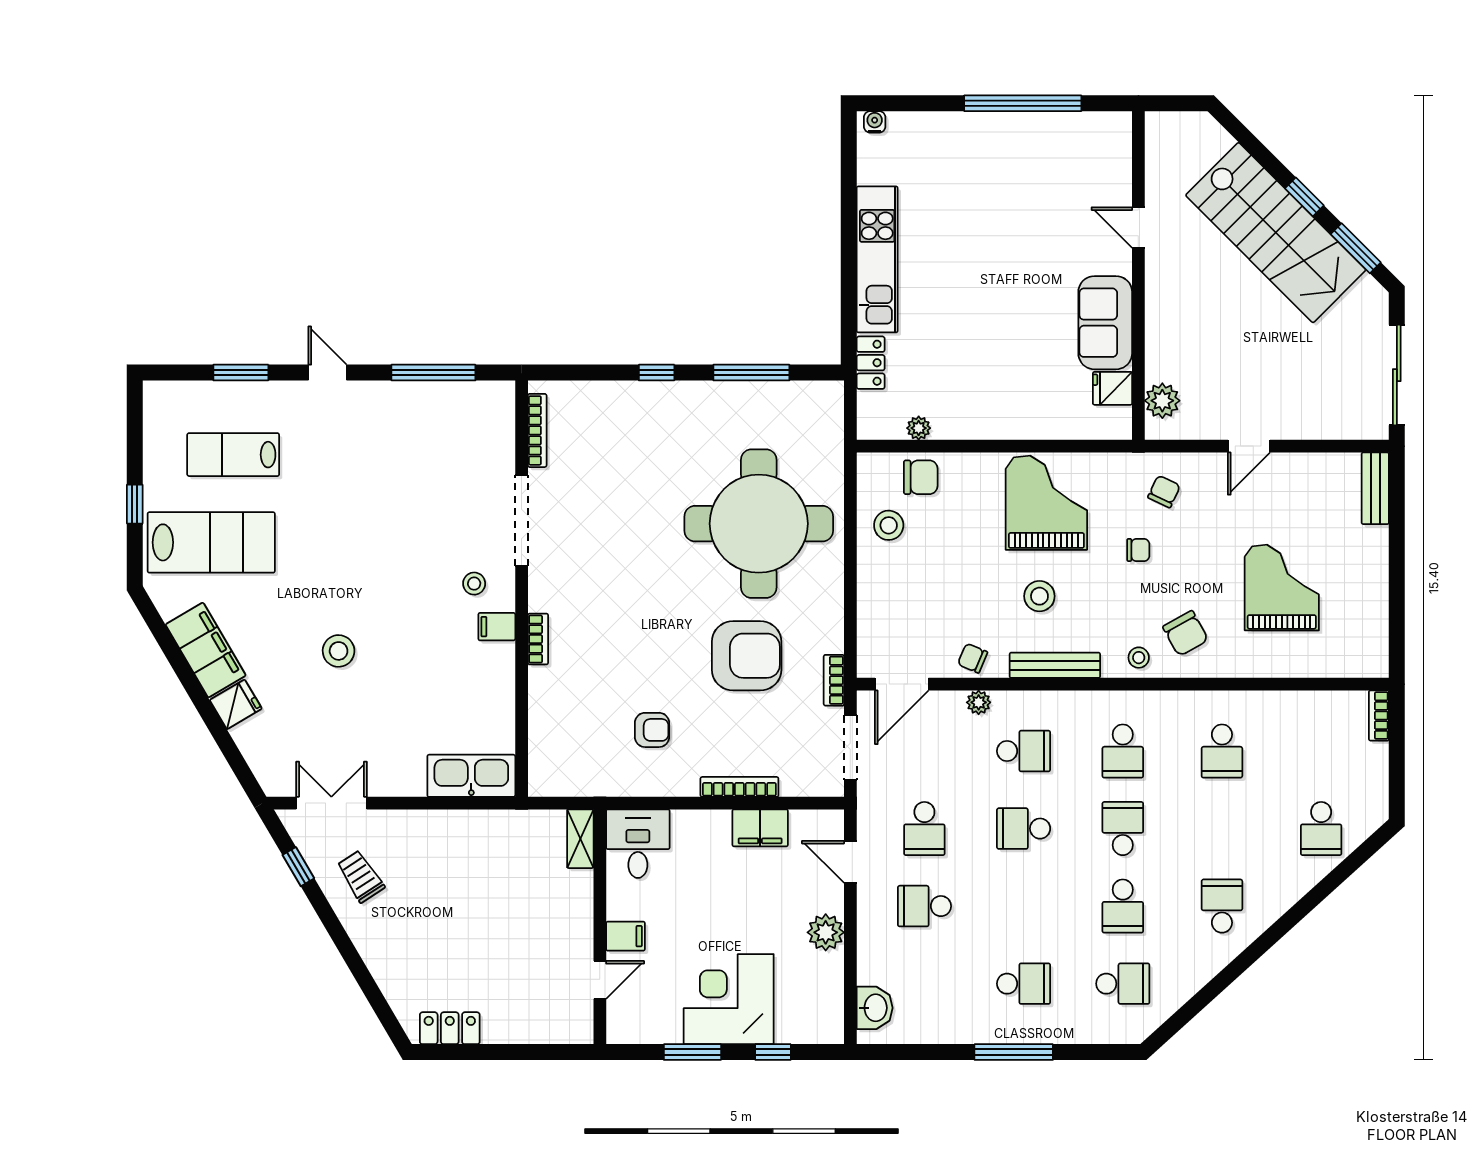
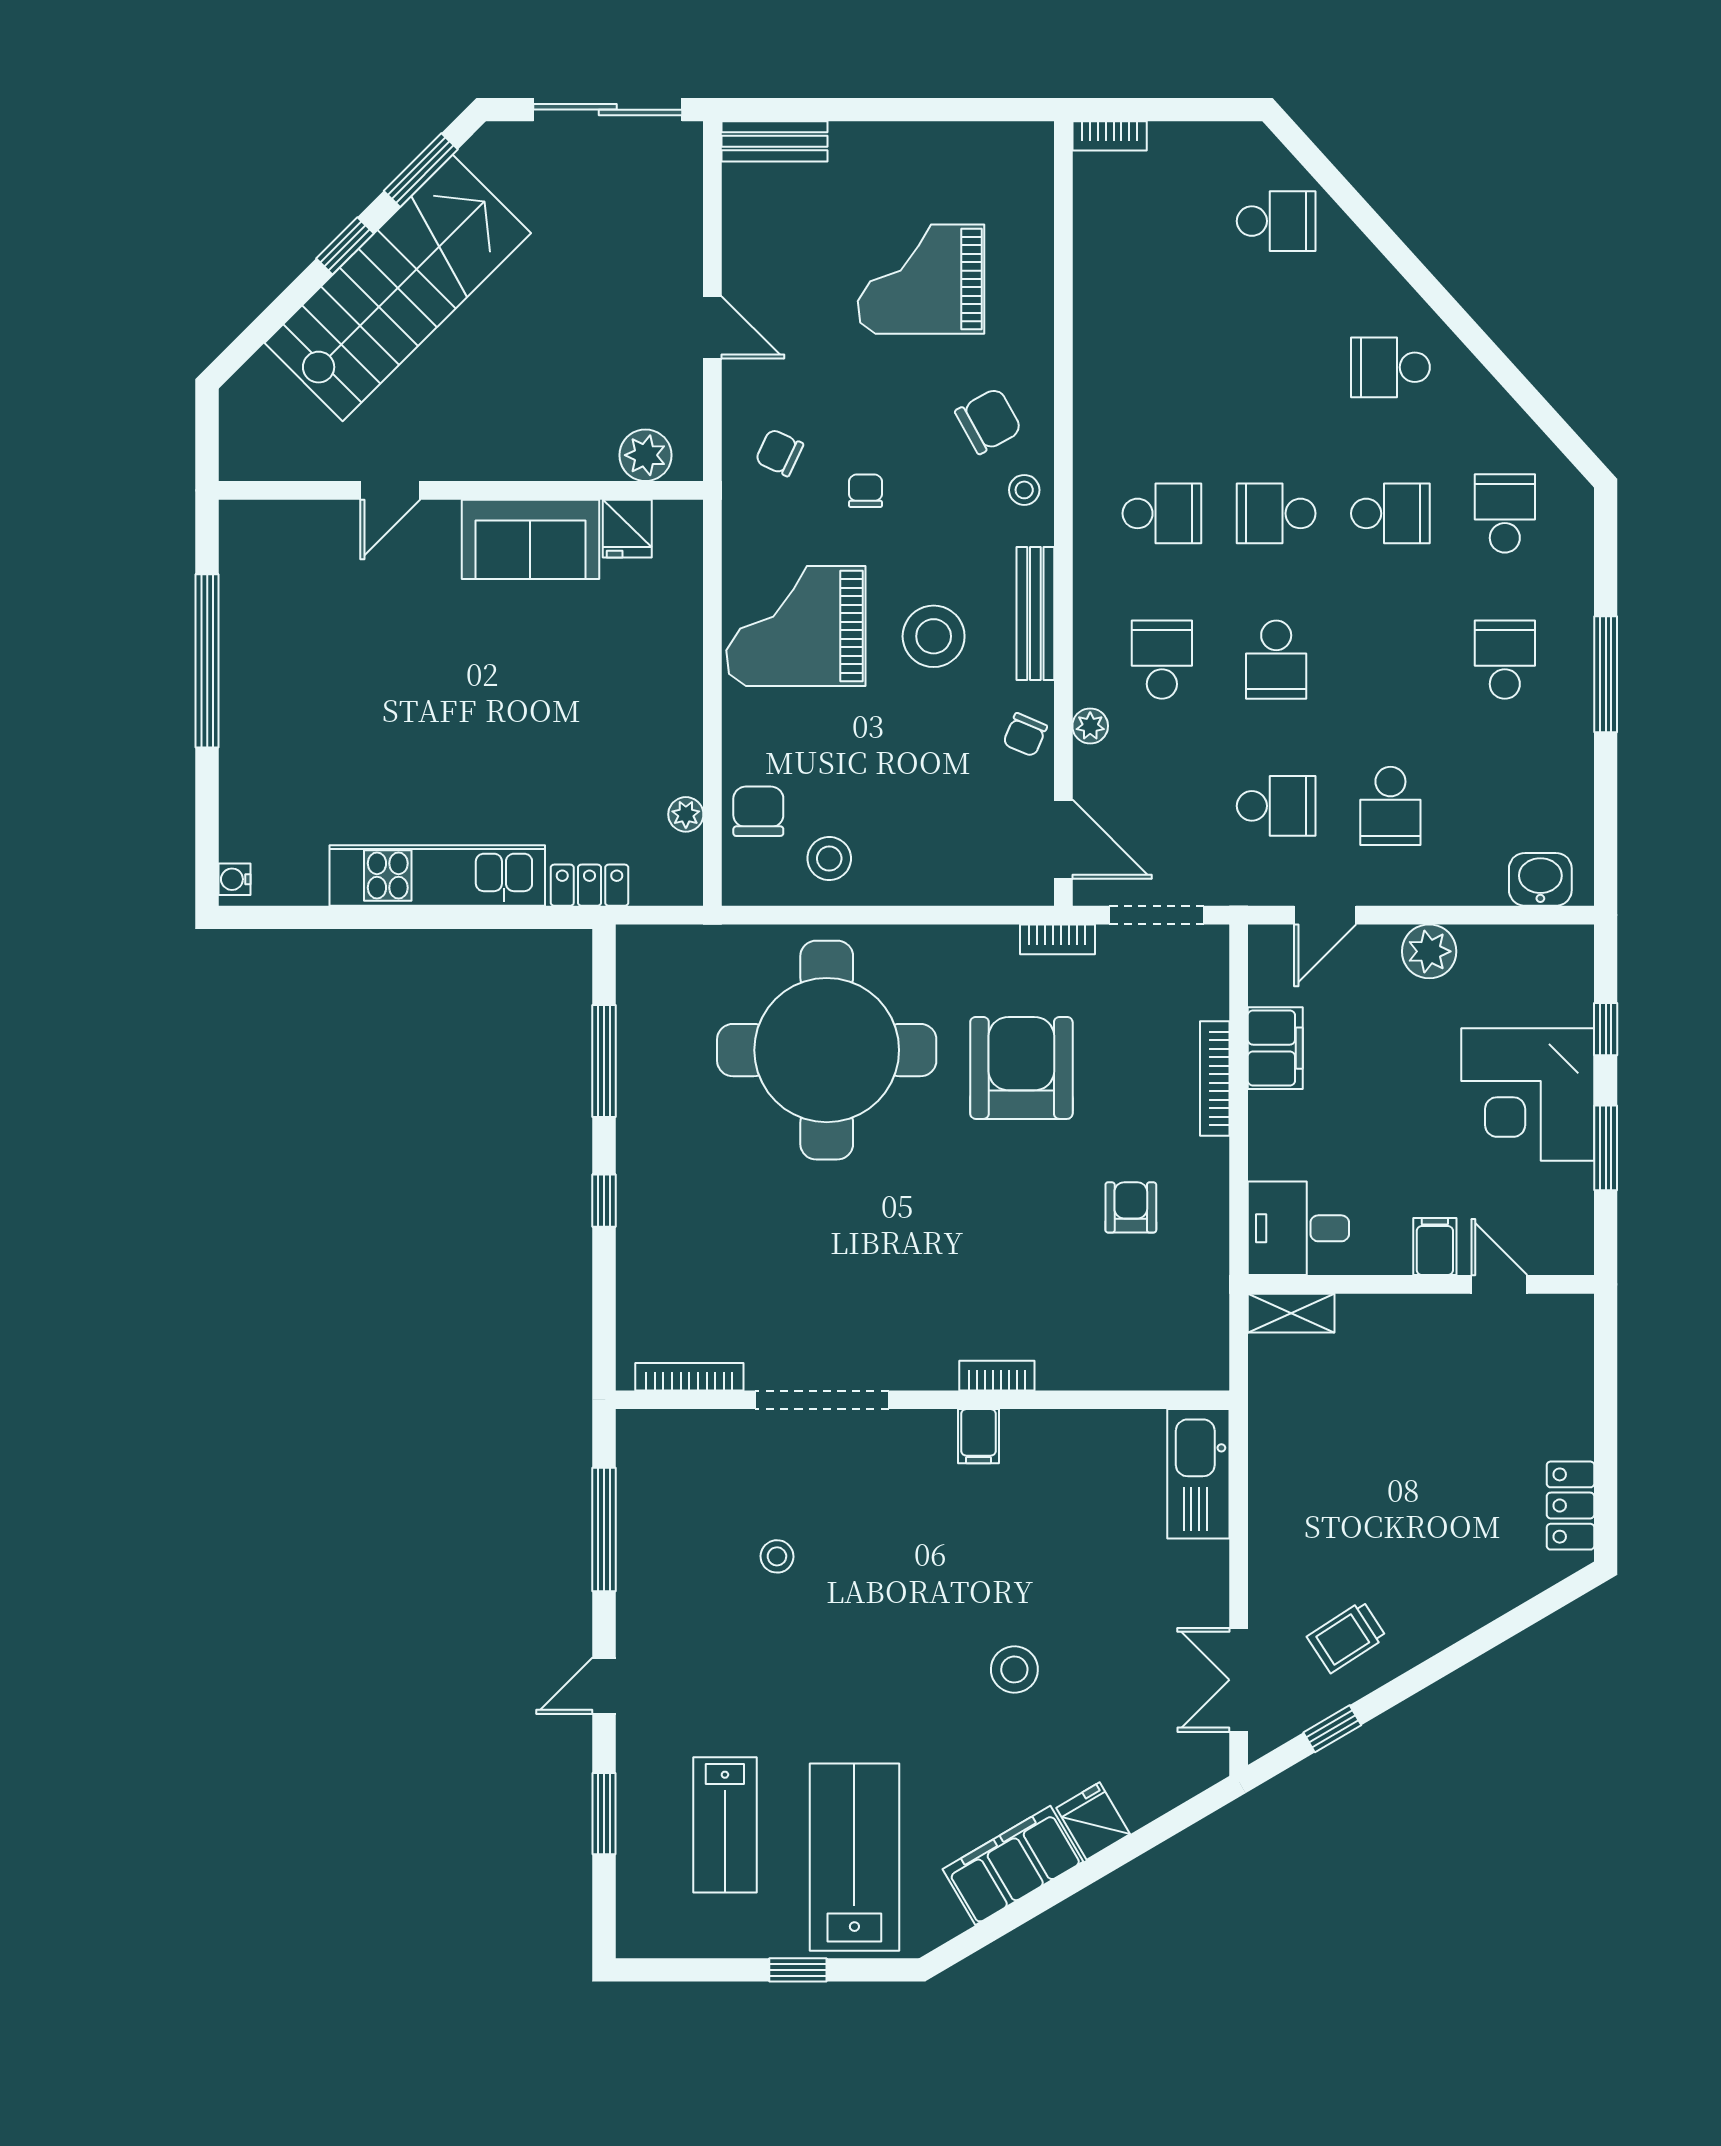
stool: (474, 584) -> (777, 1556), moved
stool: (1039, 596) -> (934, 636), width x1.38, depth x1.38
school desk: (1222, 751) -> (1162, 367), removed

